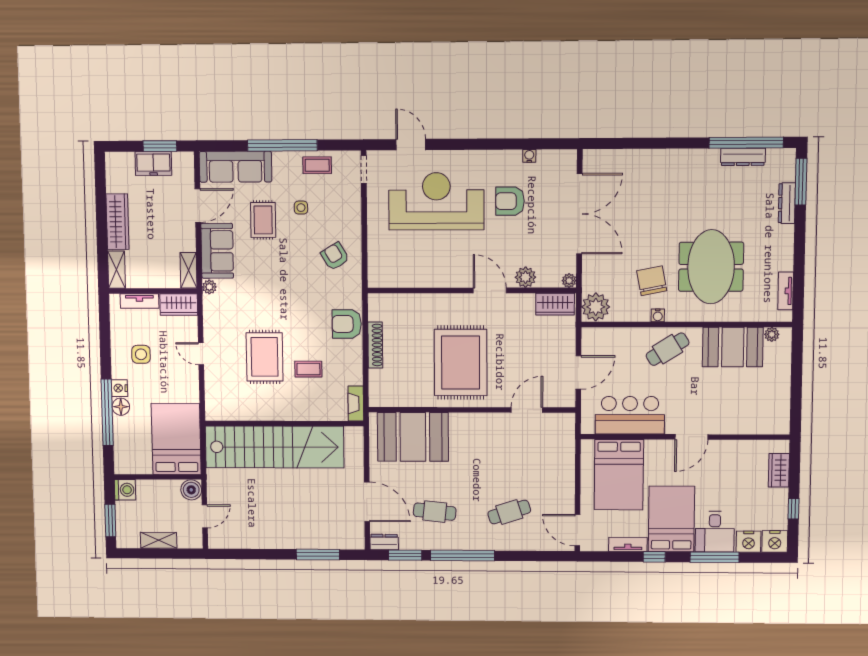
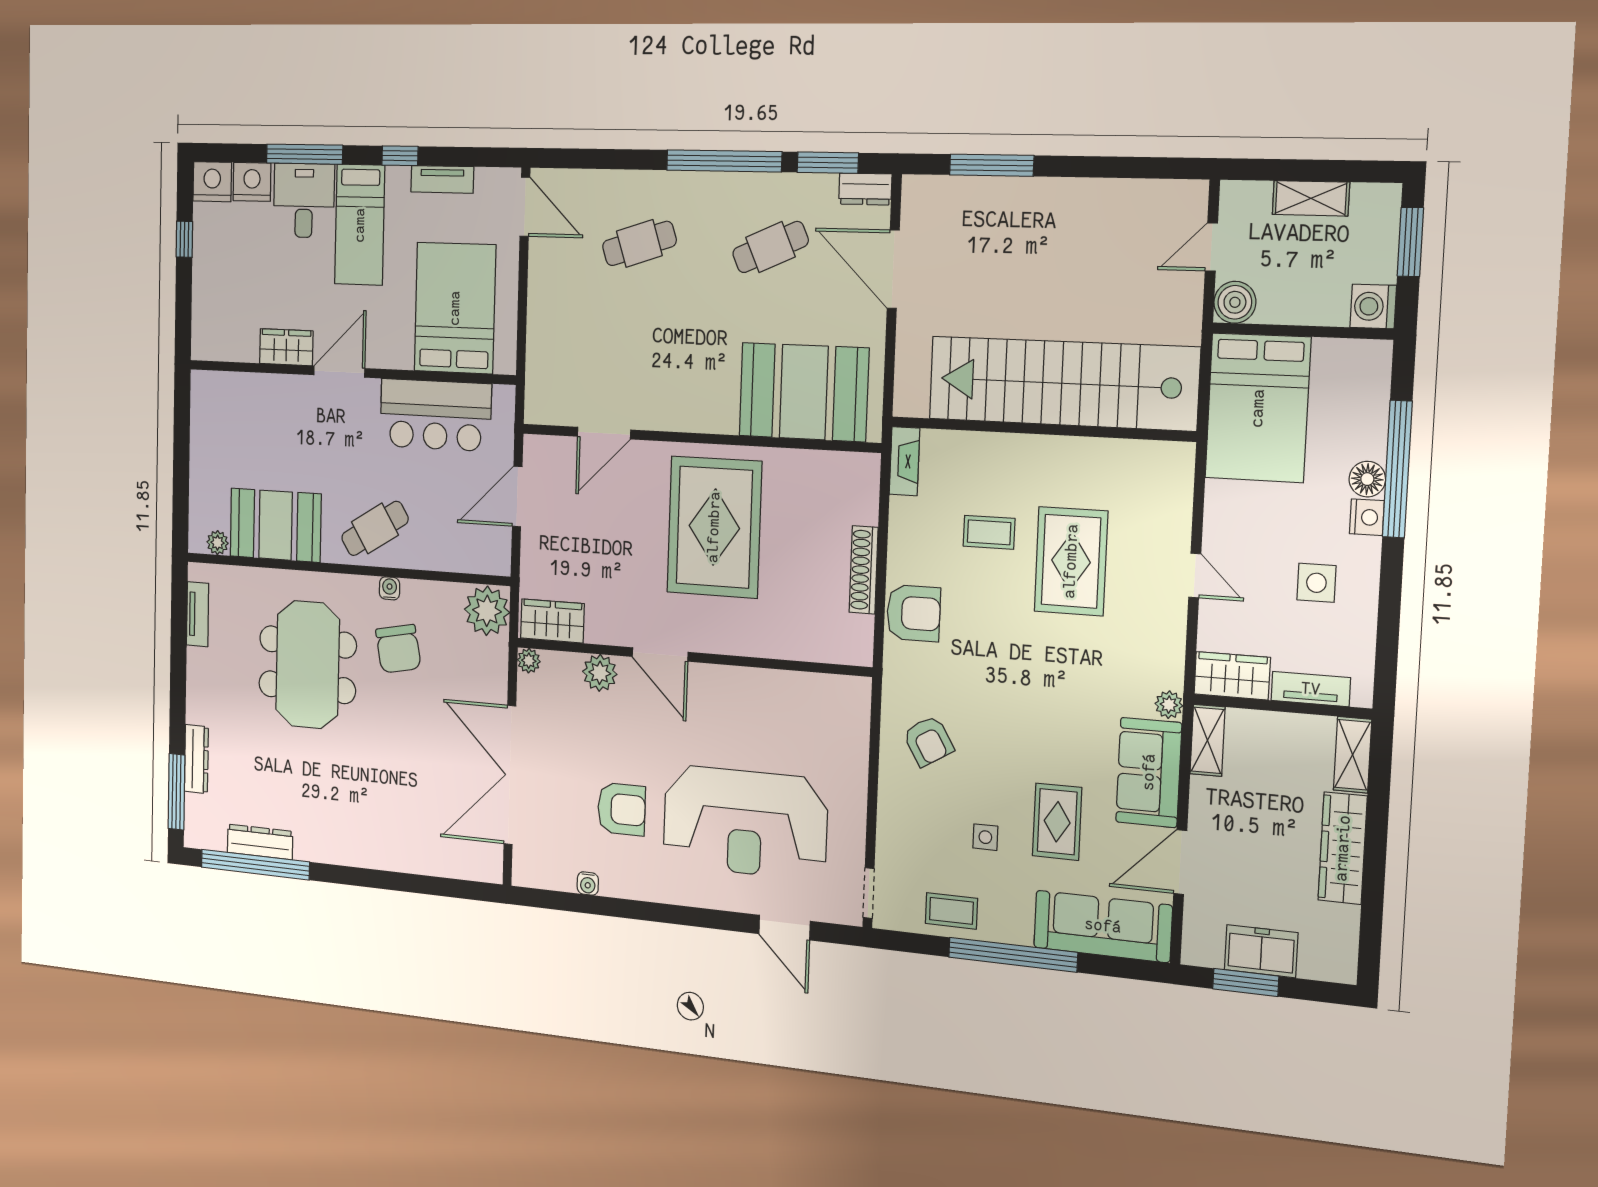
wardrobe: (779, 470) -> (286, 347), moved, turned -90
cafe table: (435, 512) -> (770, 247), turned -30
bed: (671, 519) -> (360, 225), width x0.67

